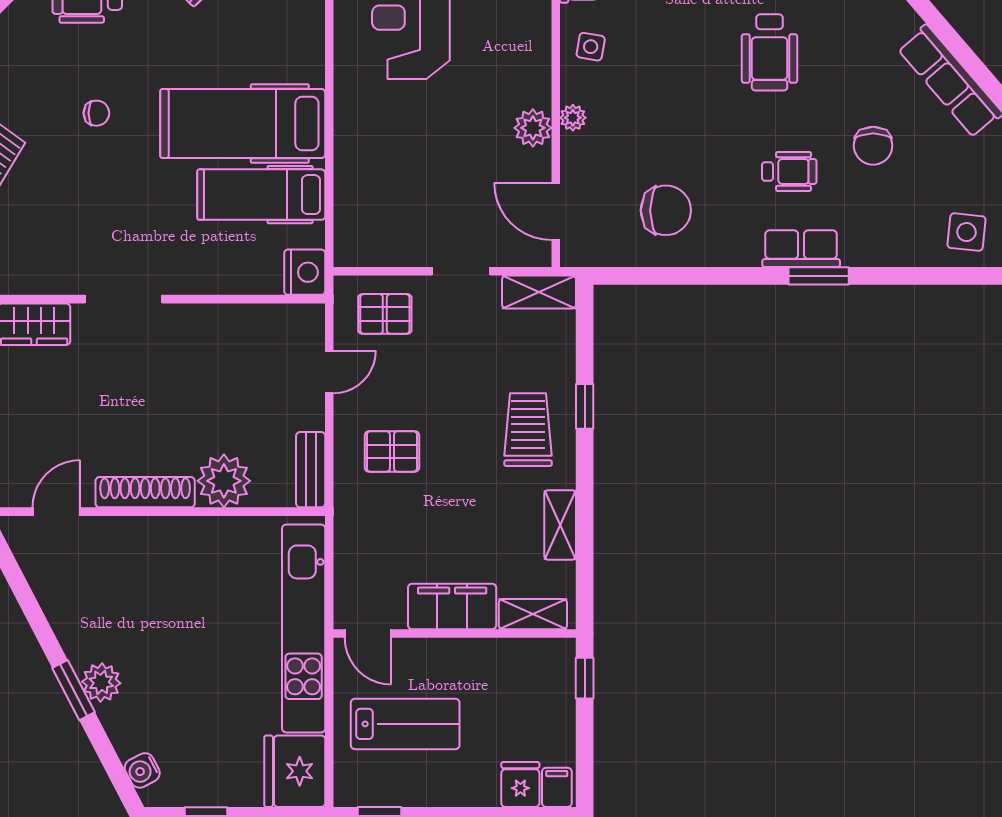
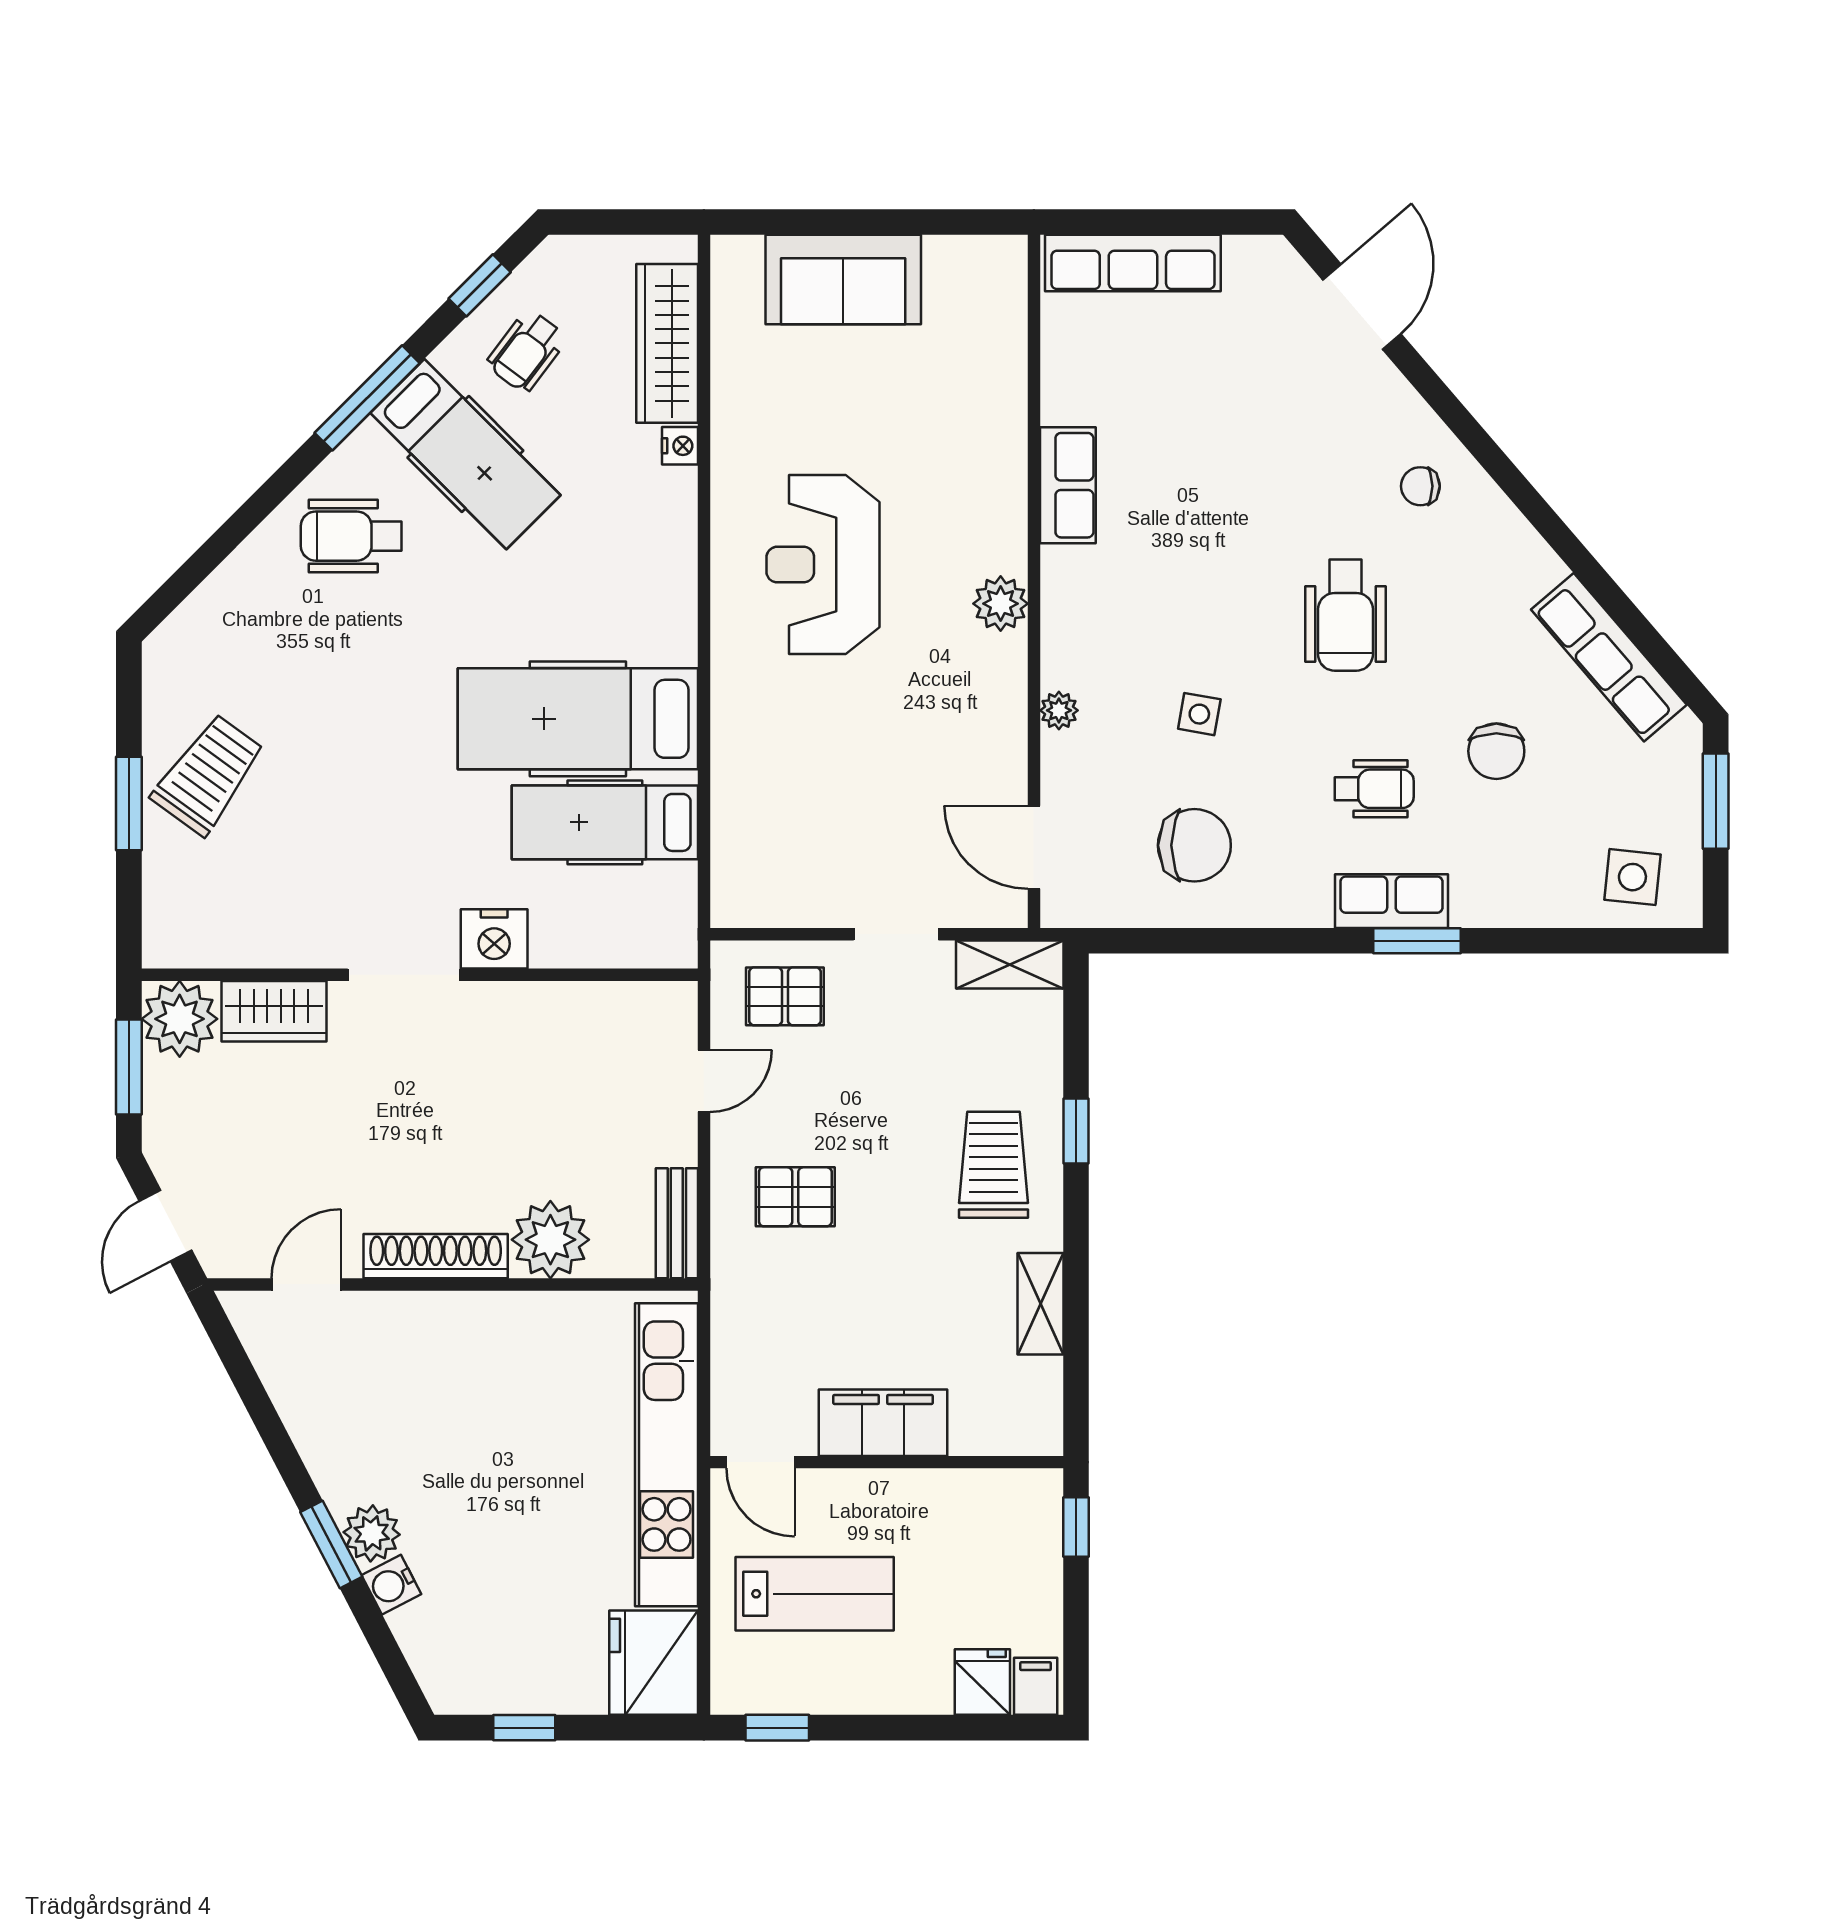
side table: (591, 47) -> (1199, 714), moved
chair: (96, 113) -> (365, 704), removed
plant: (533, 128) -> (1001, 604), moved
nightstand: (305, 272) -> (494, 939), moved, turned 90
shelving: (533, 614) -> (1001, 1434), removed
water cooler: (142, 770) -> (391, 1585), moved

